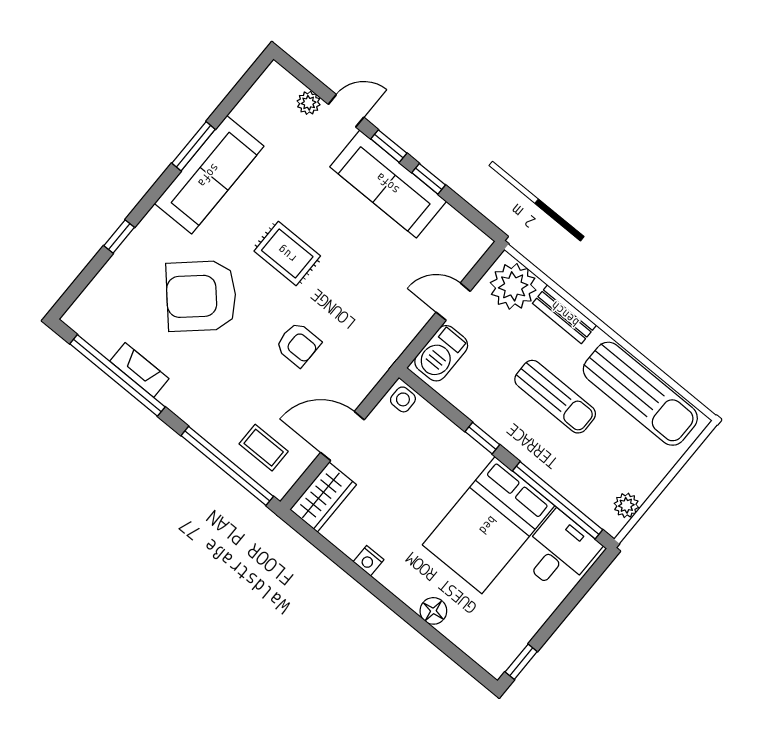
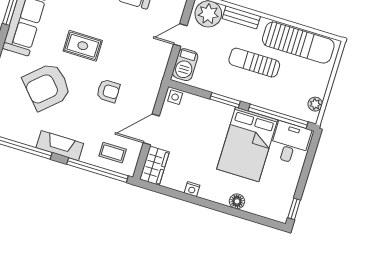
fireplace: (139, 370) -> (60, 146), moved, width x1.37, depth x1.32
sun lounger: (555, 397) -> (254, 63), turned 180
window: (482, 438) -> (225, 100), width x1.50

